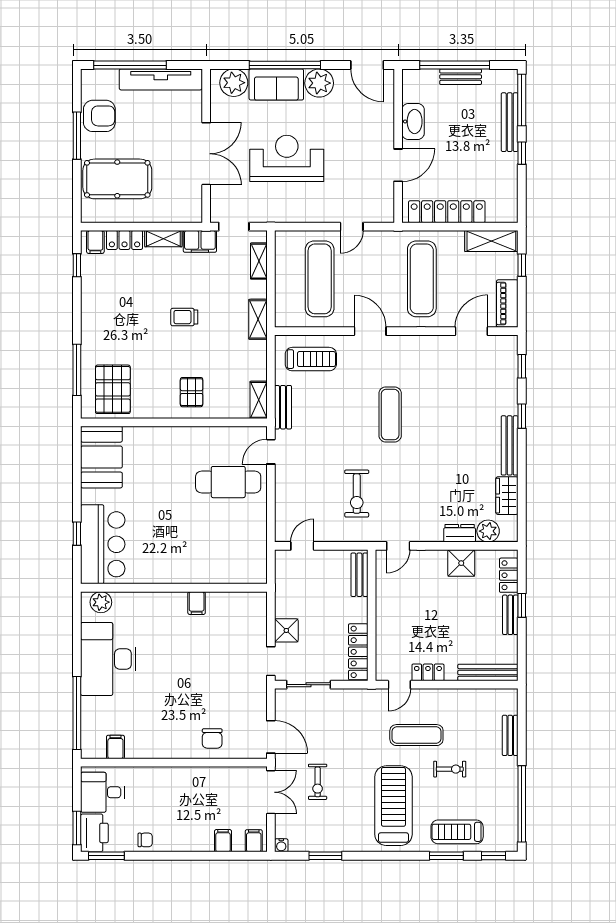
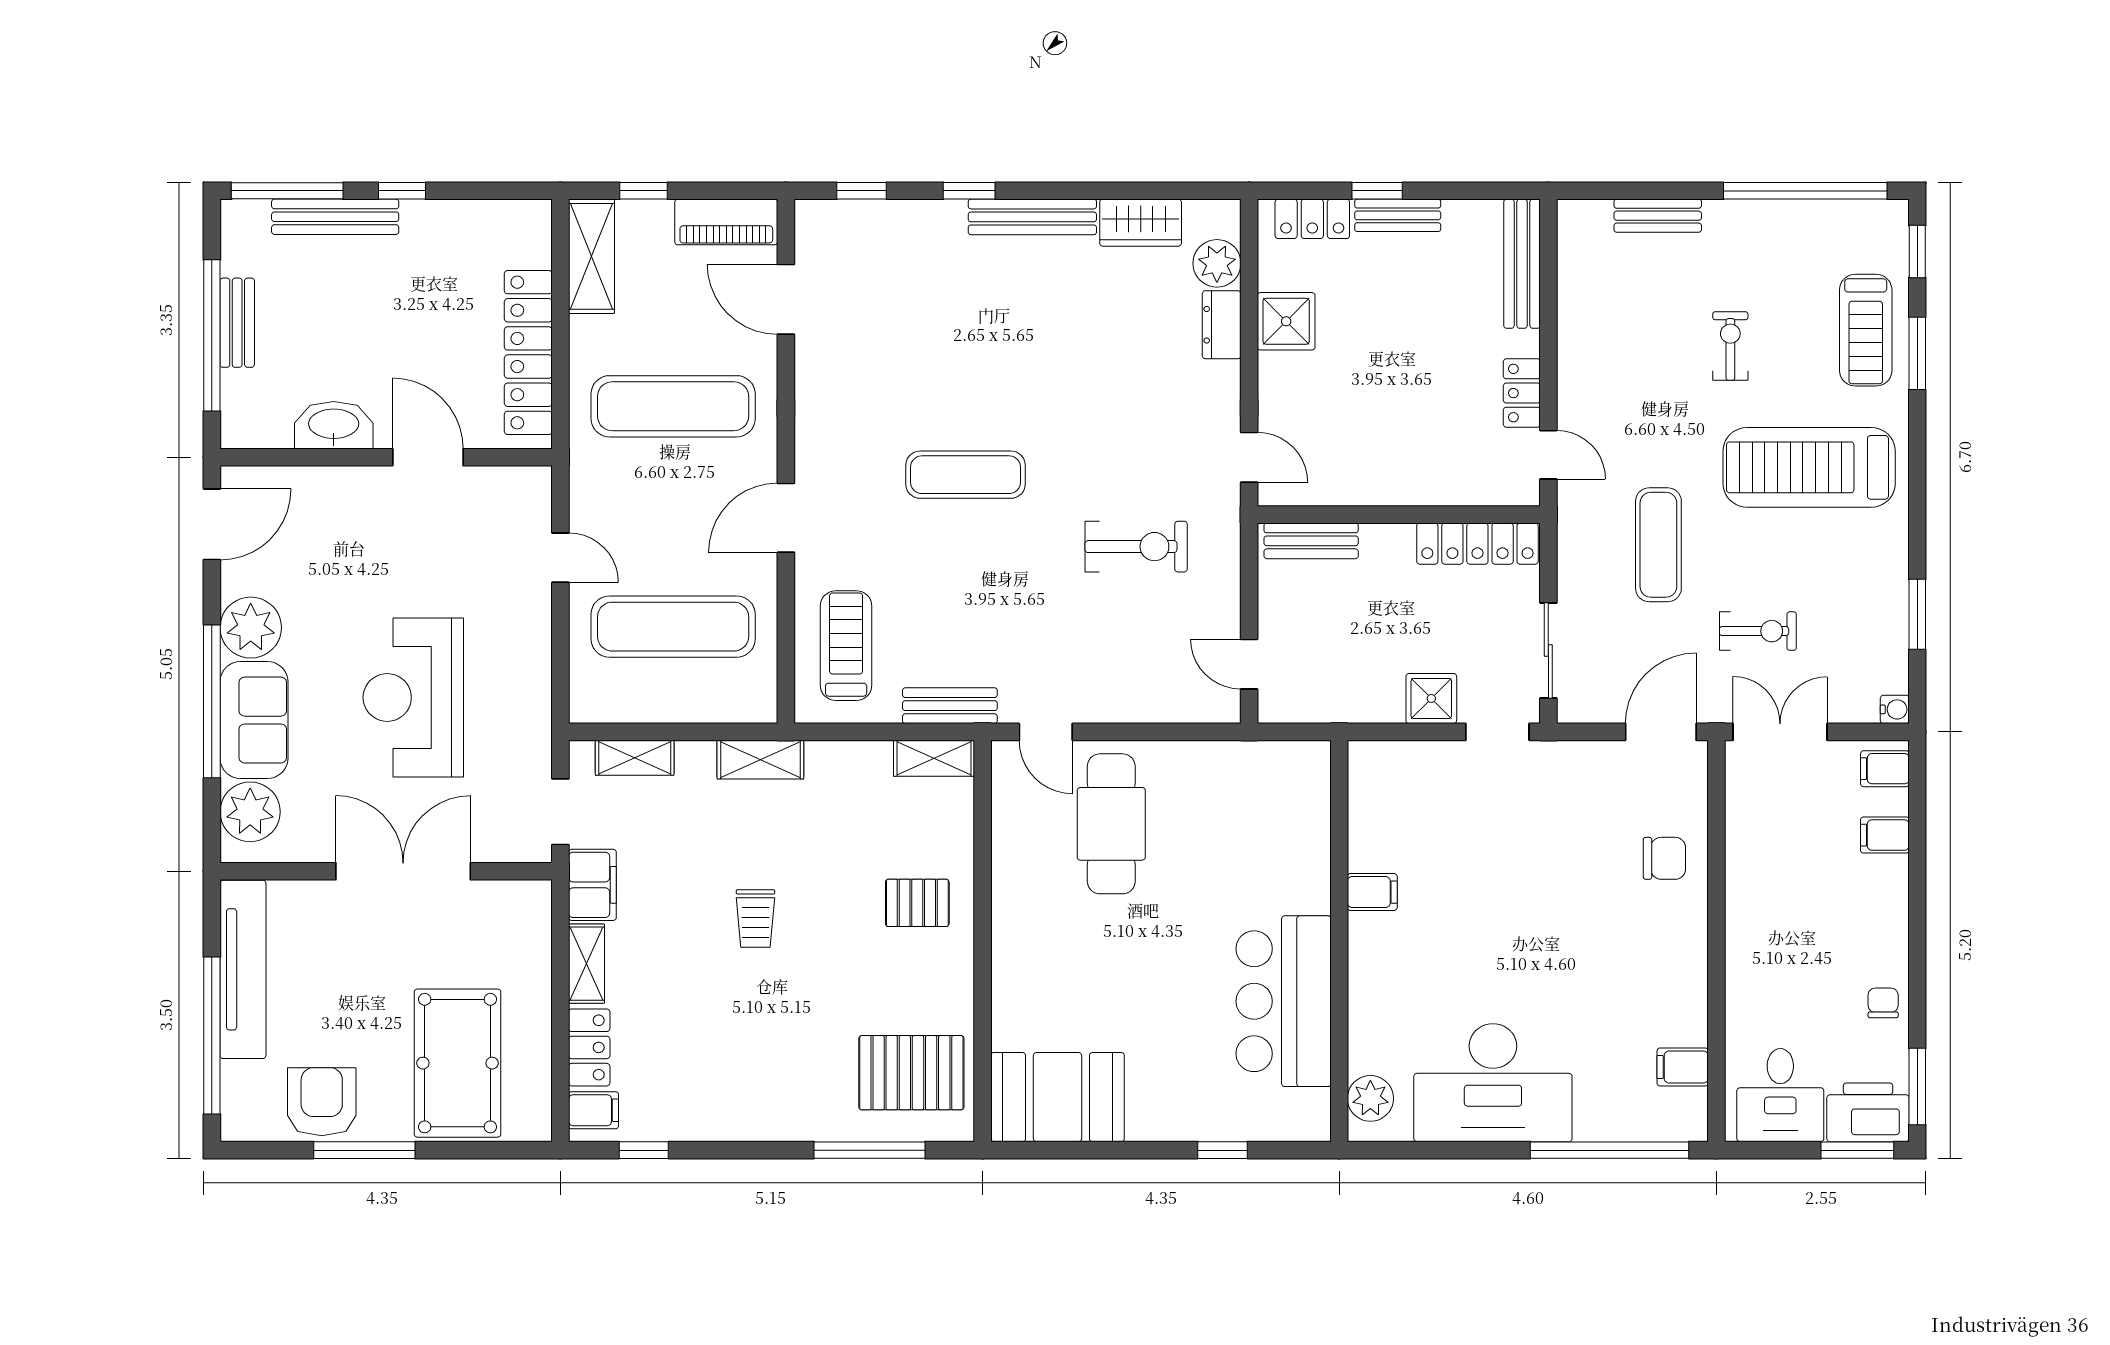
bar counter: (103, 544) -> (1284, 1001), moved, turned -90
exercise mat: (416, 735) -> (1658, 545), moved

